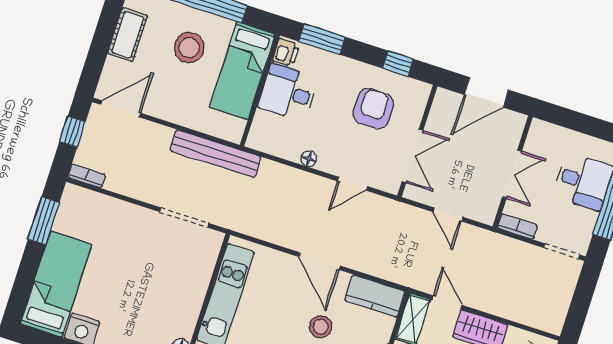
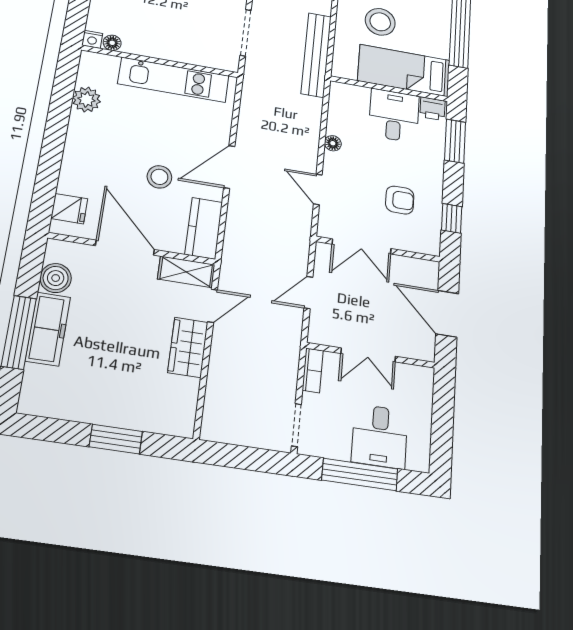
stool: (189, 48) -> (380, 22), moved
armchair: (373, 109) -> (400, 200), width x0.72, depth x0.72

